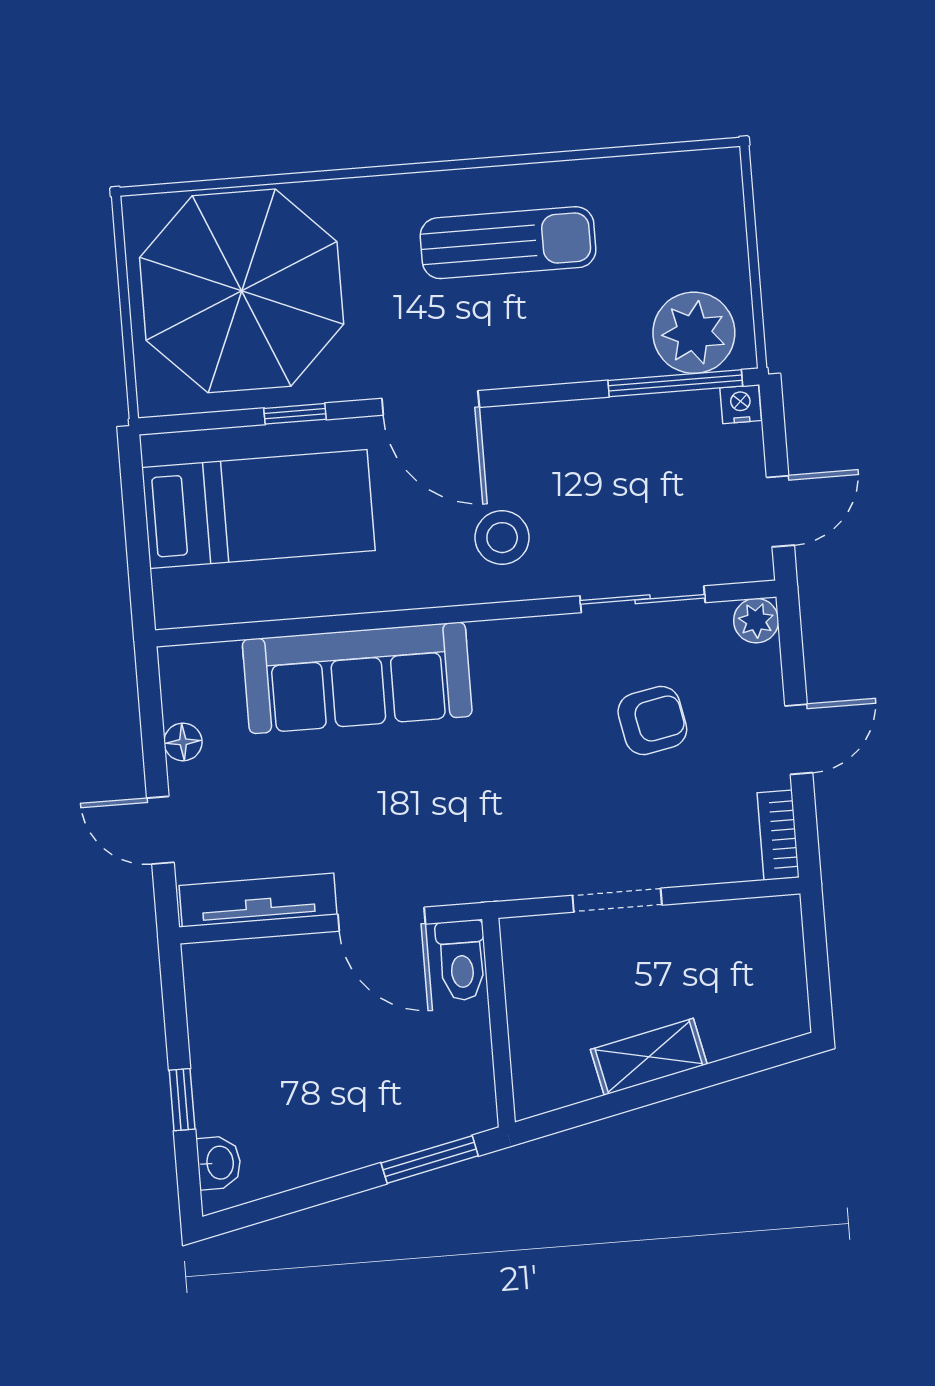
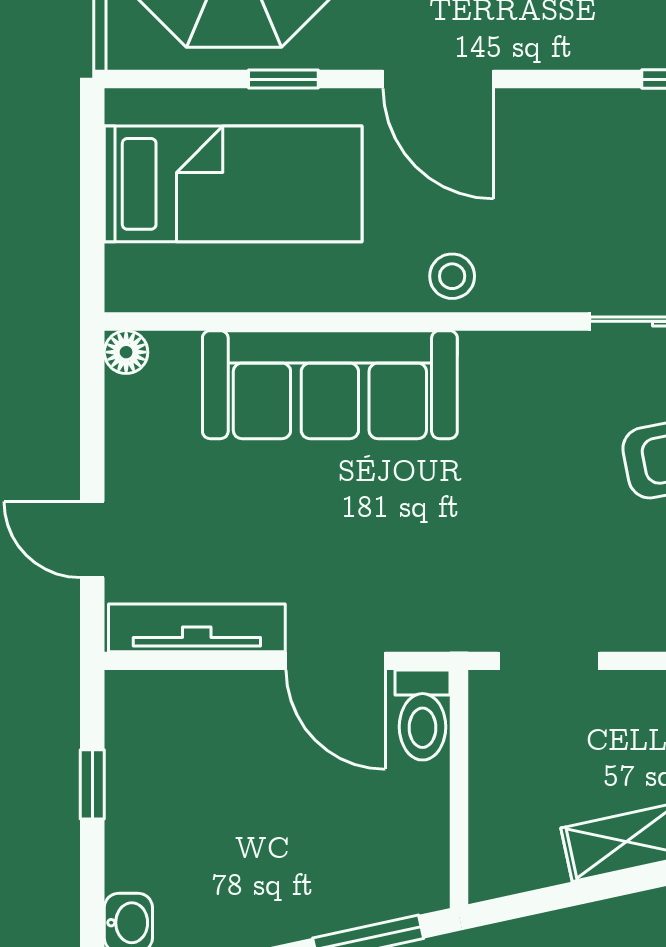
stool: (502, 538) -> (452, 276), moved, width x0.73, depth x0.73
floor lamp: (183, 742) -> (126, 352), moved
doorway: (617, 900) -> (549, 661), moved
window: (182, 1100) -> (92, 784), moved

